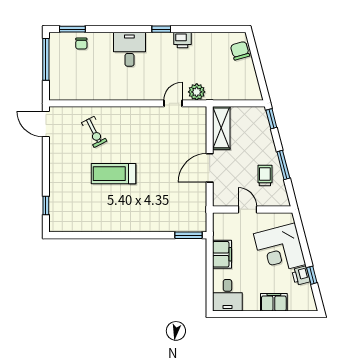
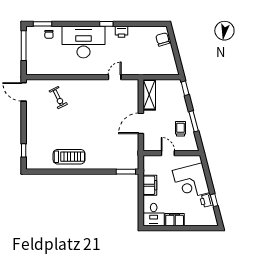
desk: (129, 49) -> (83, 42), width x1.87, depth x1.30
plant: (197, 92) -> (132, 69), removed
treadmill: (114, 174) -> (69, 157), moved, turned 180
filing cabinet: (274, 302) -> (175, 220), moved

